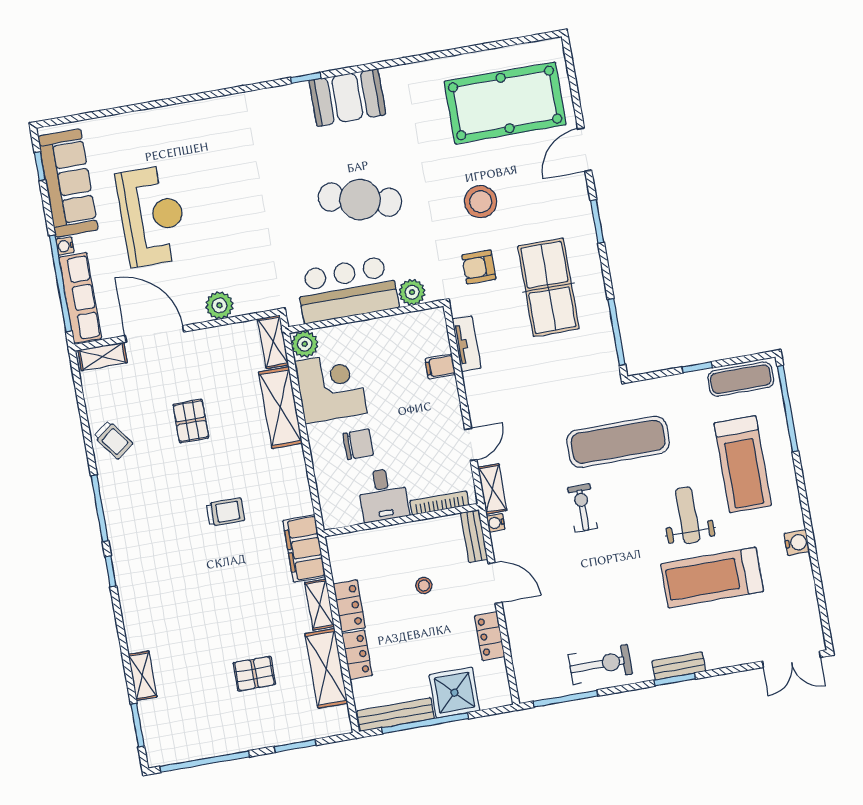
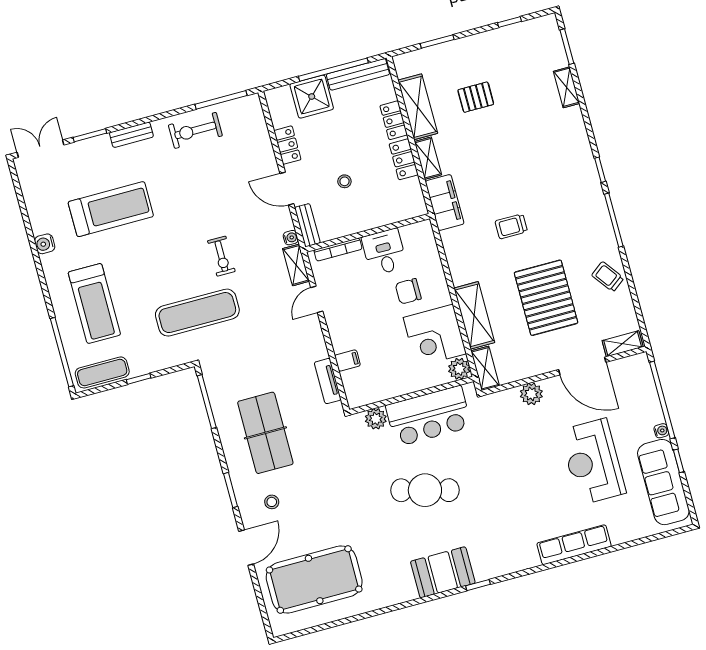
window: (40, 166) -> (679, 461), moved
stool: (481, 202) -> (272, 502), moved, width x0.53, depth x0.53
armchair: (479, 267) -> (323, 444), removed
row of seats: (80, 298) -> (574, 545), moved, turned 90
pallet: (191, 421) -> (546, 298), width x2.05, depth x2.00
treadmill: (743, 464) -> (94, 303), turned 180
weight bench: (688, 515) -> (135, 258), removed
window: (675, 680) -> (90, 135), moved
window: (205, 762) -> (510, 22), width x0.32

